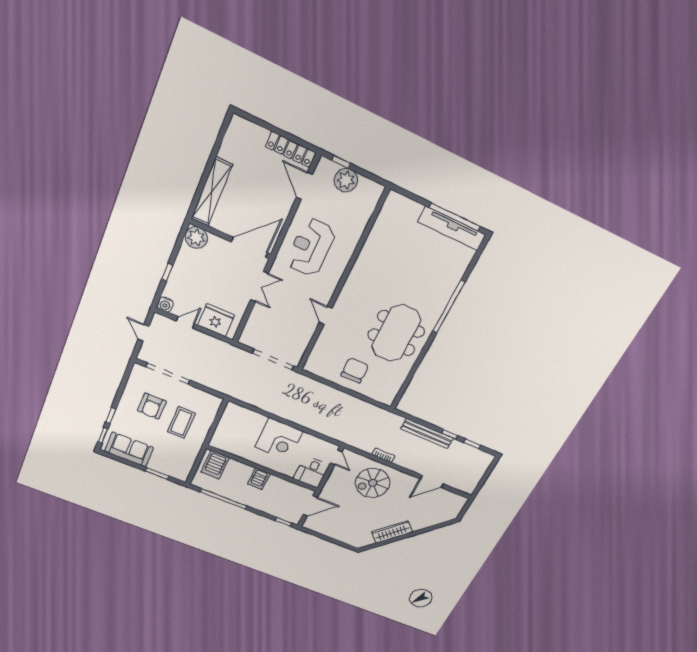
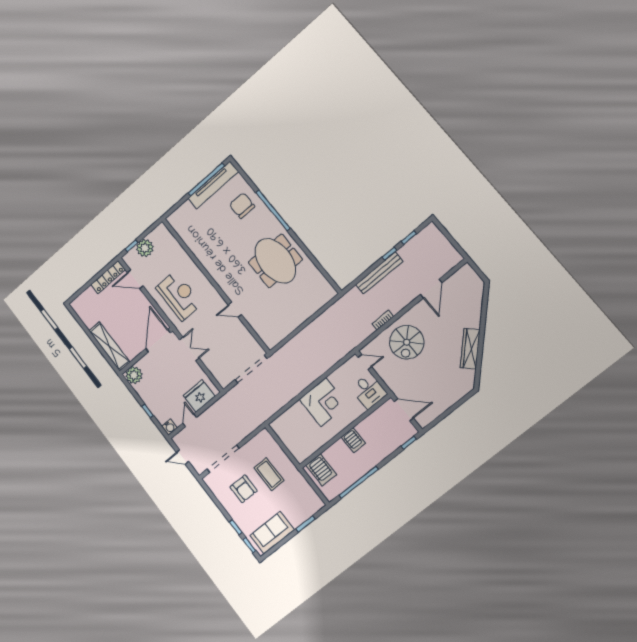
reception desk: (311, 247) -> (179, 296), turned 180
chair: (355, 370) -> (242, 206), moved
door: (310, 506) -> (404, 410), hinge flipped

